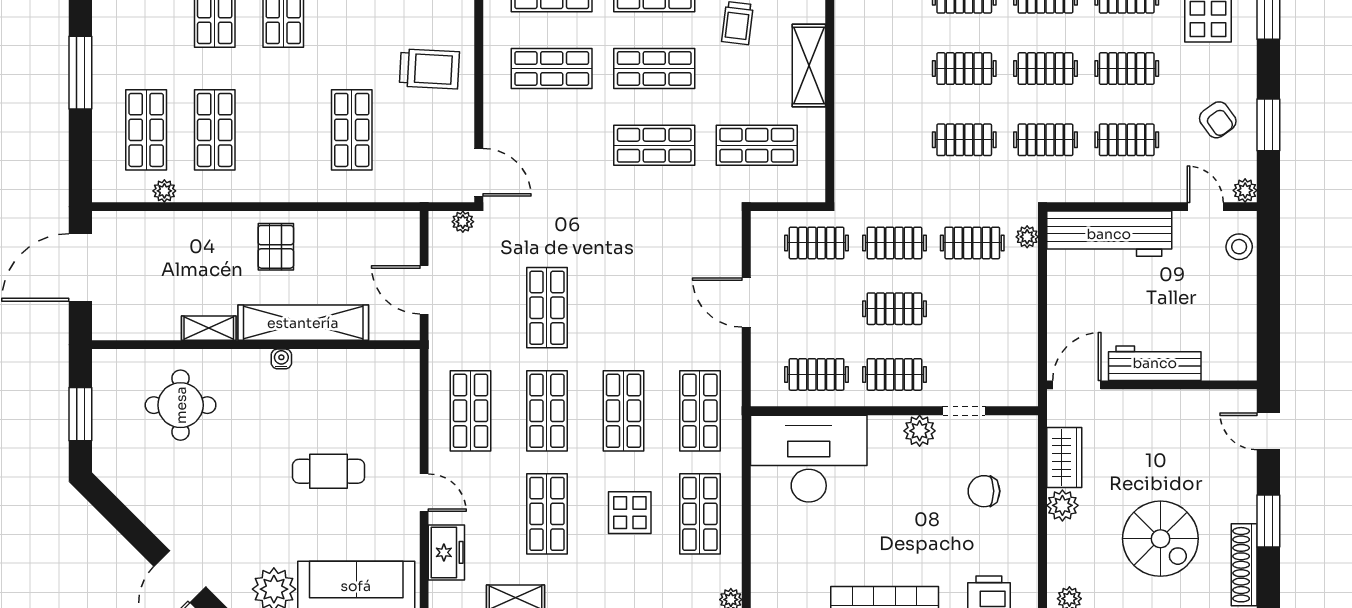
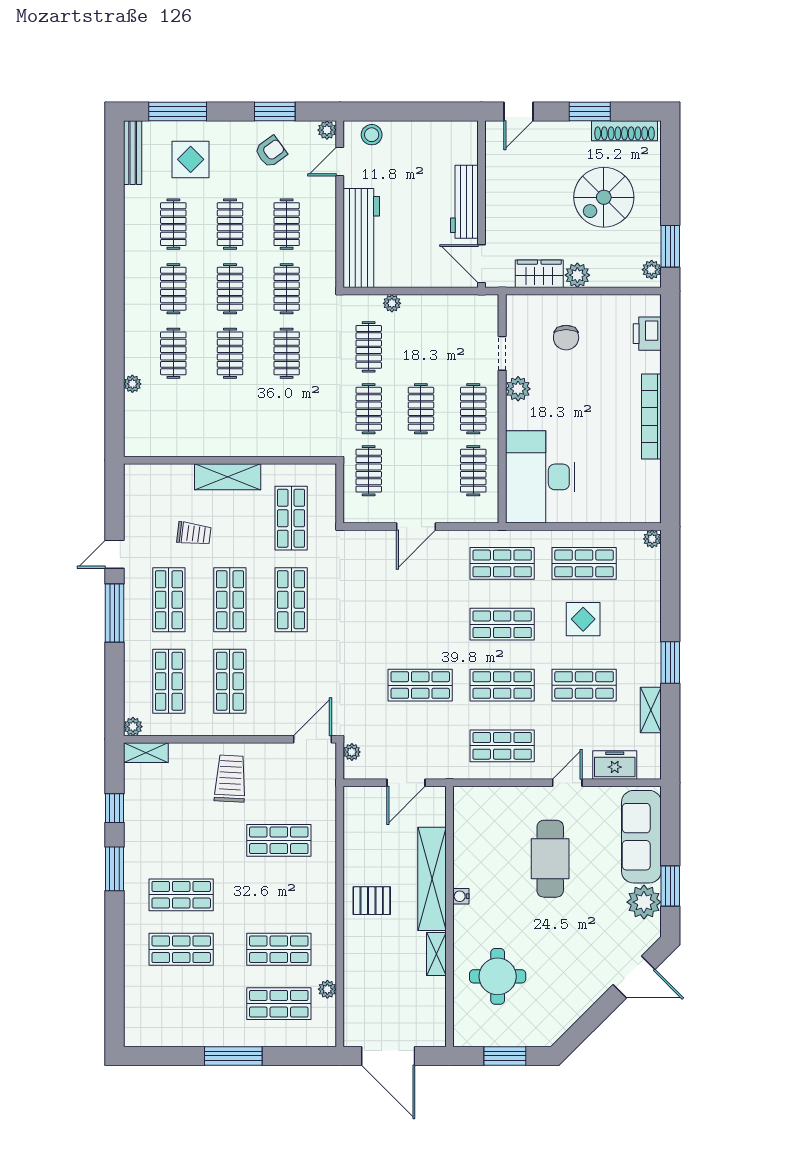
plant: (1027, 237) -> (392, 303), moved
cafe table: (329, 471) -> (550, 859), width x1.37, depth x1.35
spiral stairs: (1160, 539) -> (604, 197), turned 180

